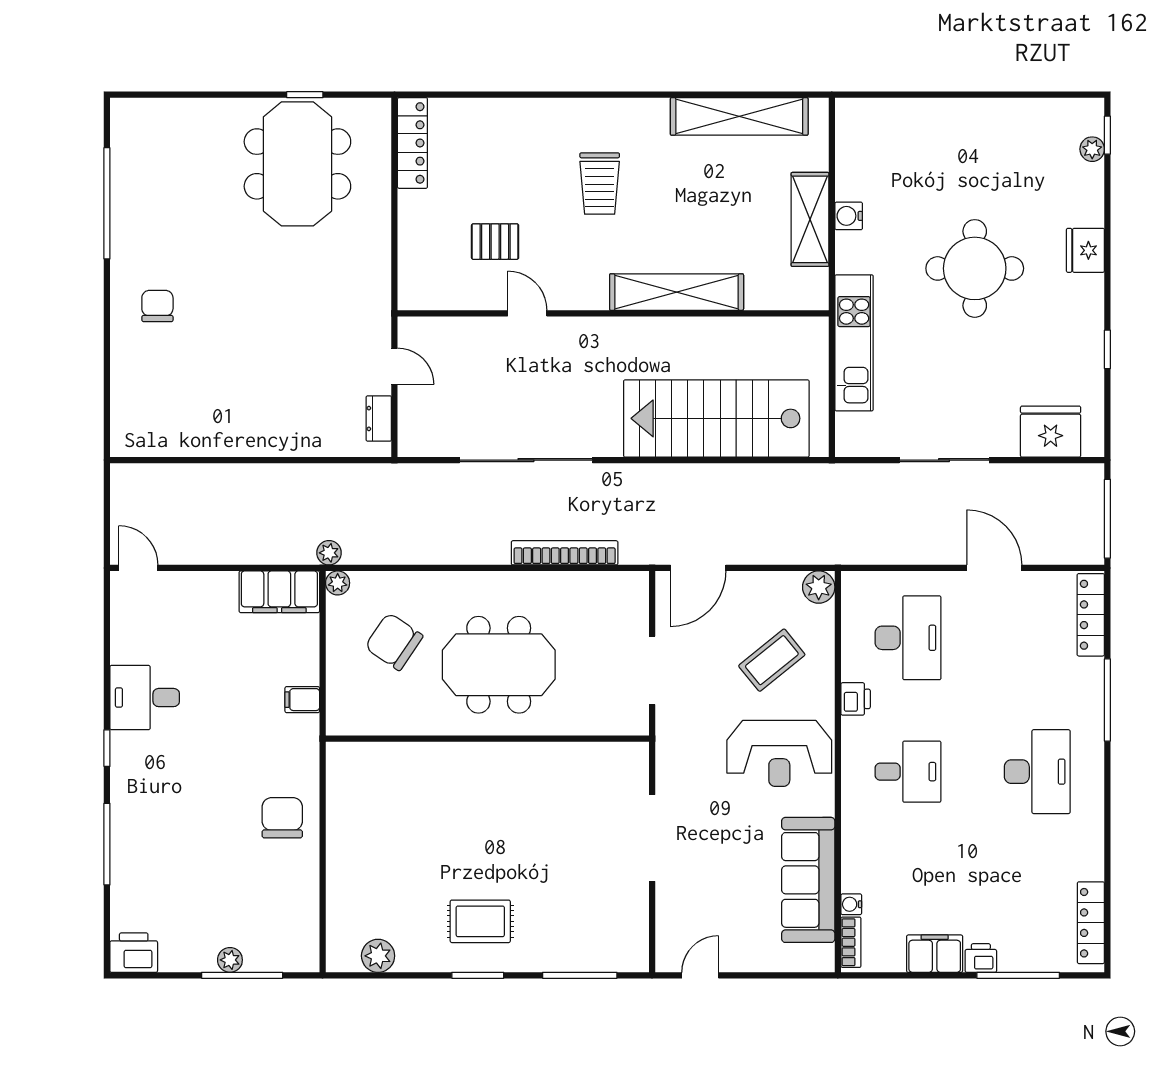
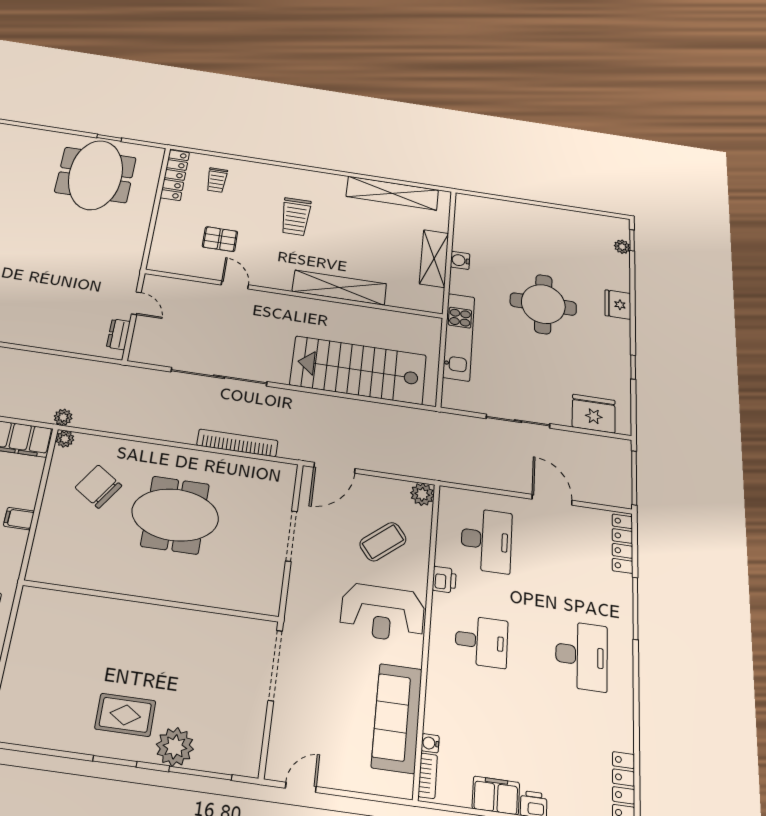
trolley: (475, 141) -> (217, 180), added
wall: (487, 739) -> (151, 601), moved
plant: (378, 956) -> (175, 747), moved, width x1.36, depth x1.36

